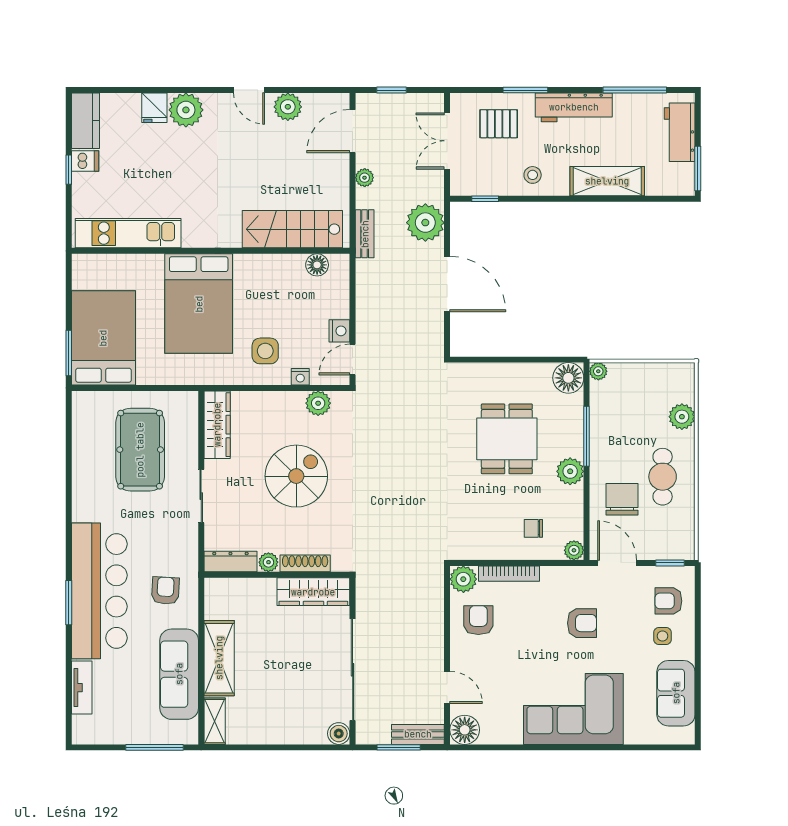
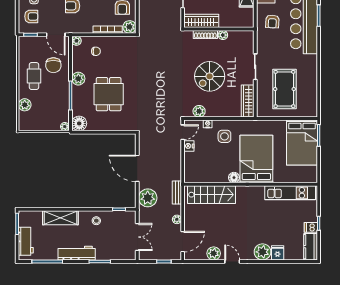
pallet: (499, 124) -> (113, 245), removed
floor lamp: (317, 265) -> (234, 178), moved
dresser: (230, 562) -> (241, 35), removed

